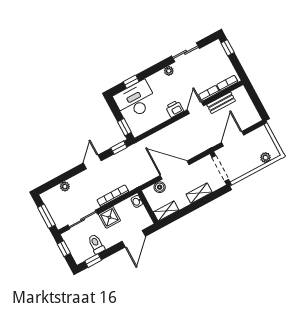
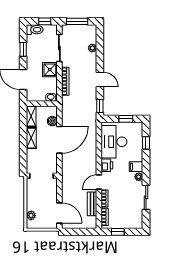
window: (228, 48) -> (118, 232), moved
filing cabinet: (160, 79) -> (136, 167), added
desk: (135, 100) -> (114, 142), moved, turned 180
door: (195, 108) -> (99, 182), swing flipped
window: (124, 127) -> (126, 119), moved
door: (233, 139) -> (59, 213), moved
shelving: (199, 193) -> (31, 138), moved
toilet: (96, 244) -> (35, 30), moved
window: (93, 261) -> (23, 49), moved

